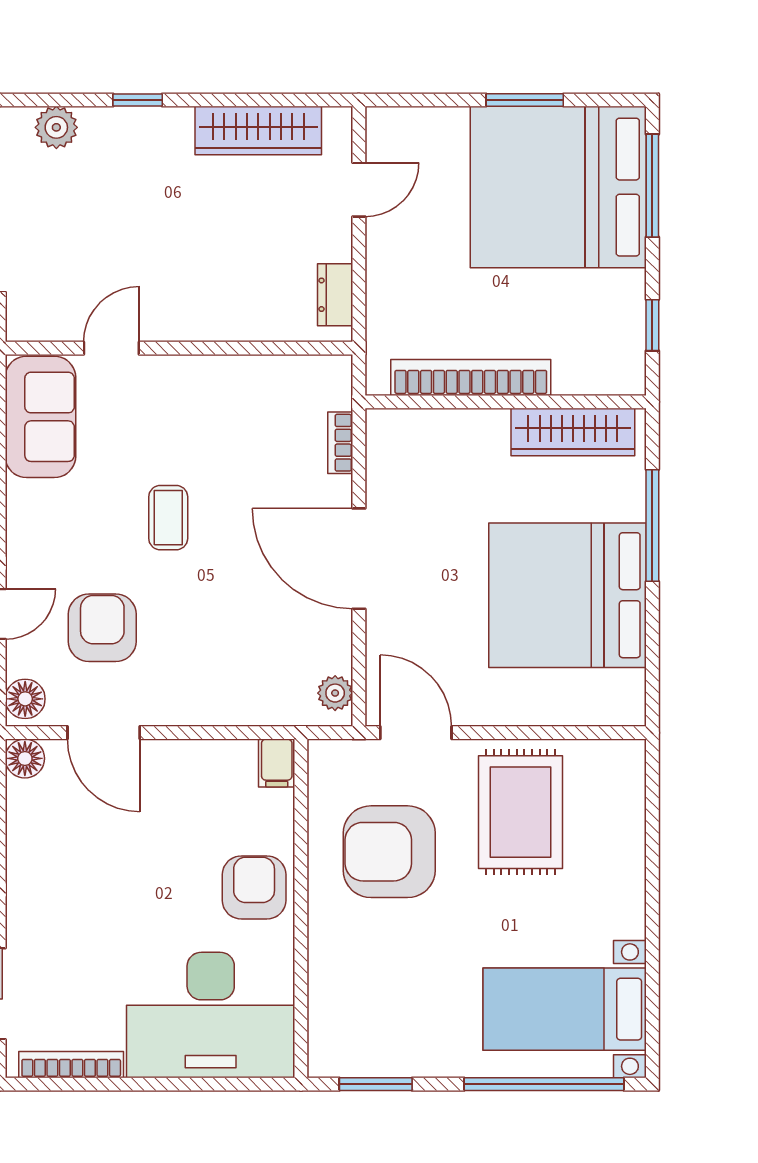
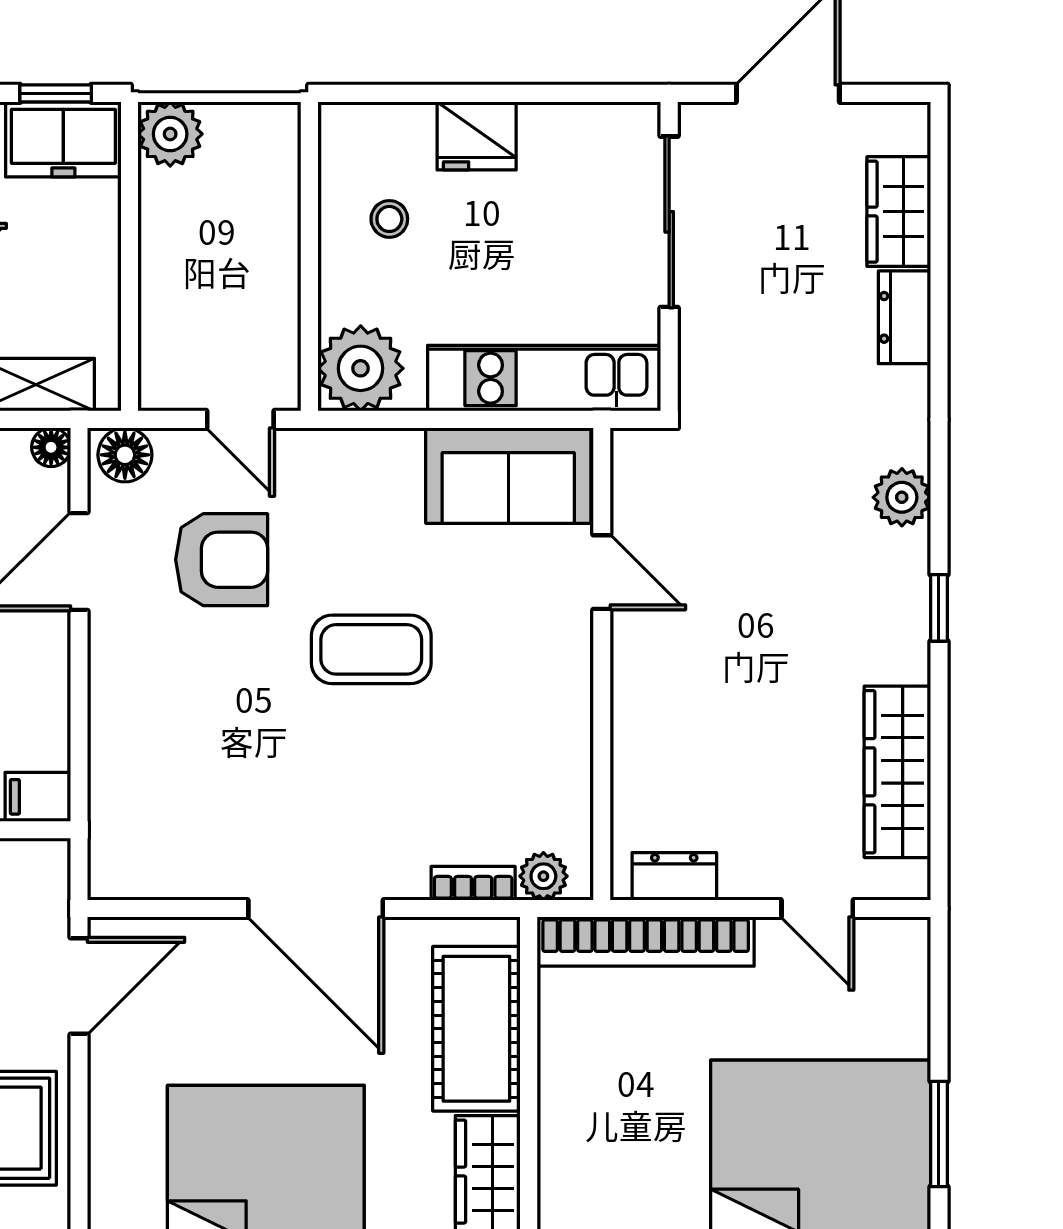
bookcase: (471, 378) -> (646, 942), moved, turned 90
cot: (447, 440) -> (476, 1029), added
coffee table: (168, 518) -> (371, 649), width x1.36, depth x1.30
door: (359, 559) -> (316, 908), swing flipped
plant: (335, 693) -> (543, 876), moved
floor lamp: (25, 758) -> (51, 447), width x0.73, depth x0.73

